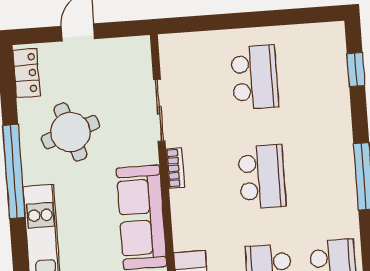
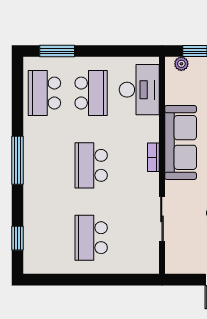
bookcase: (175, 168) -> (153, 157), moved

